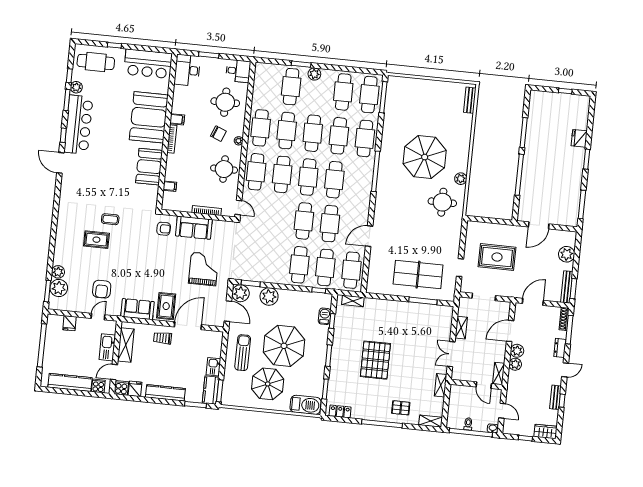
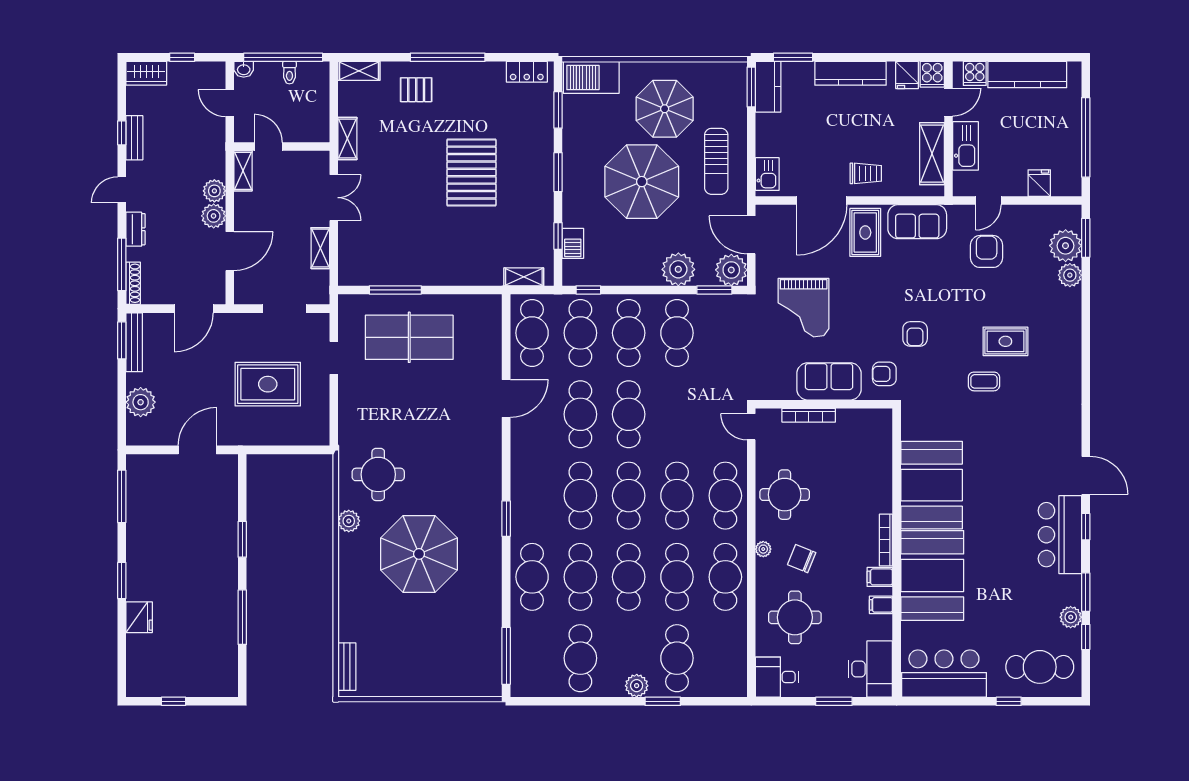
cafe table: (369, 95) -> (677, 333), moved
bar counter: (78, 125) -> (1060, 535), width x0.73
booth: (149, 167) -> (932, 485), width x1.36, depth x1.42
window: (376, 171) -> (506, 519), width x0.47
window: (519, 175) -> (242, 539), width x0.47
filing cabinet: (170, 186) -> (881, 605), moved
armchair: (145, 249) -> (915, 334), added
kitchen sink: (213, 367) -> (767, 174), moved

